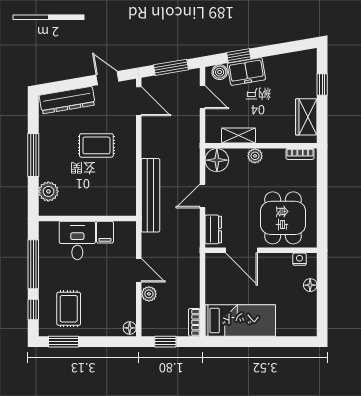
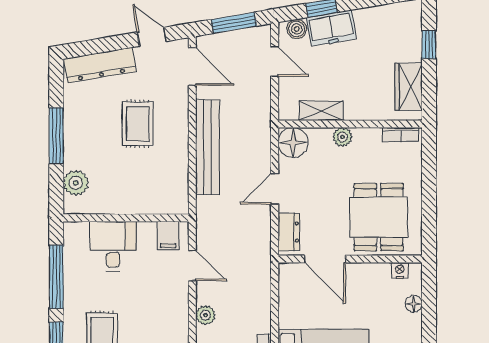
rug: (96, 145) -> (138, 124), turned 90
bench: (151, 195) -> (208, 147), moved
filing cabinet: (105, 232) -> (168, 236), moved
door: (139, 270) -> (192, 266), moved

